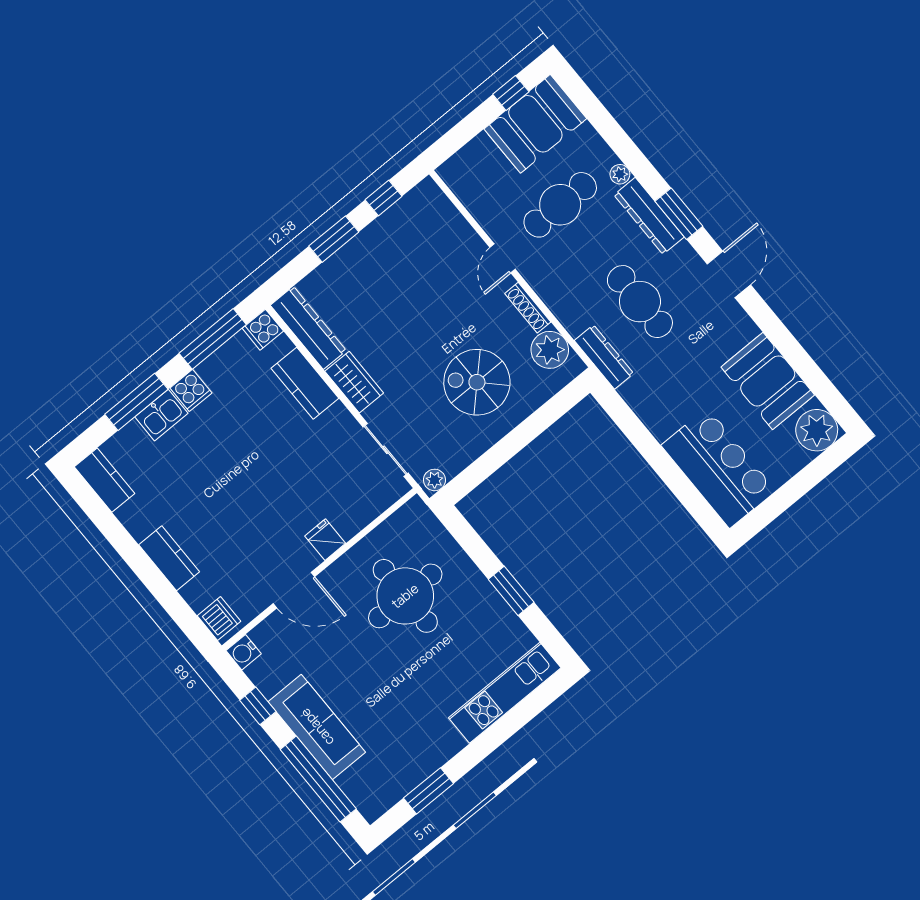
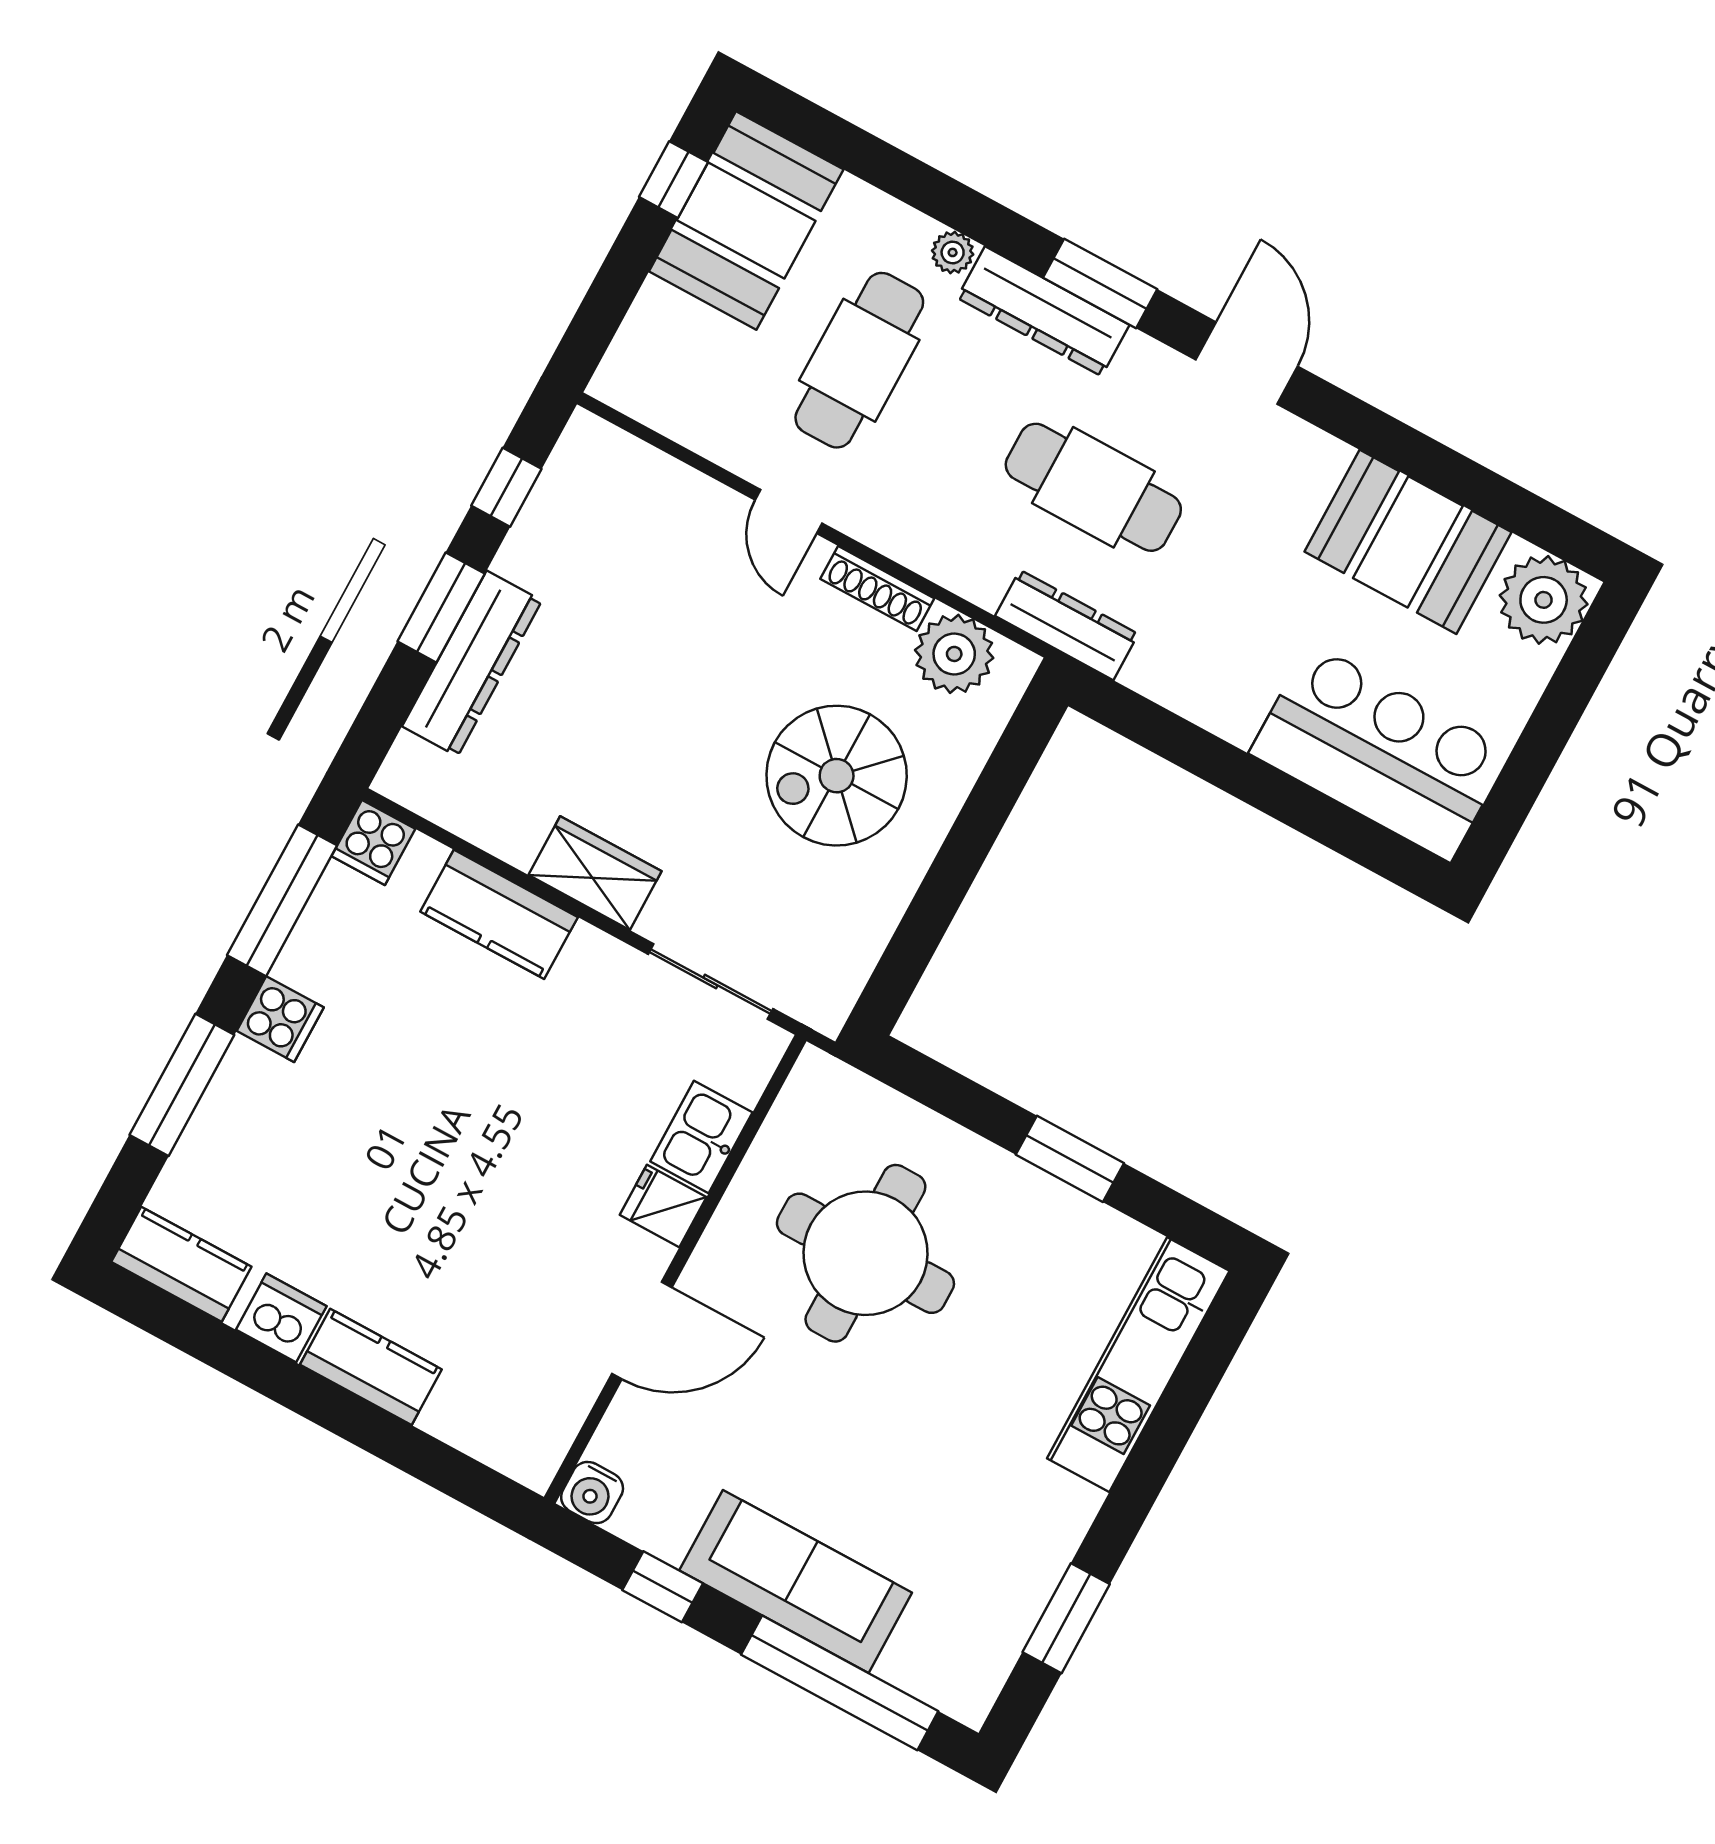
dresser: (308, 328) -> (472, 663), moved, turned 90
kitchen sink: (161, 415) -> (701, 1137), moved, turned 180
plant: (434, 480) -> (831, 1002), removed
dishwasher: (219, 618) -> (281, 1318), moved

